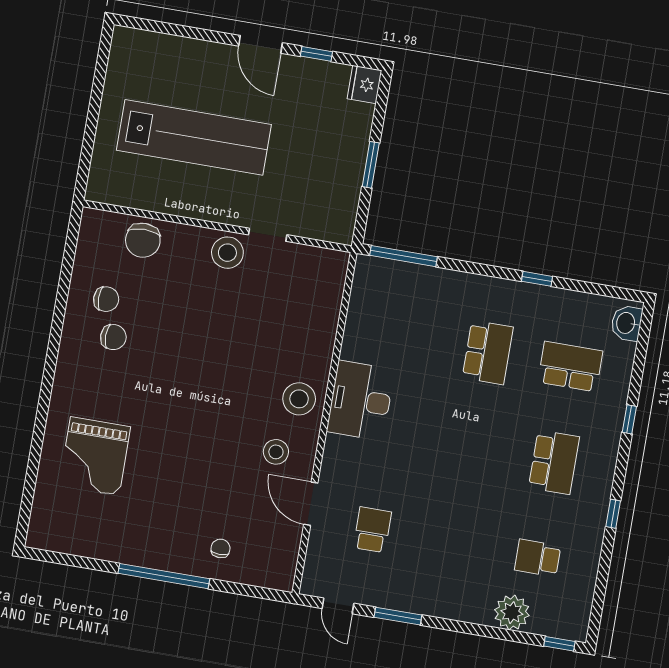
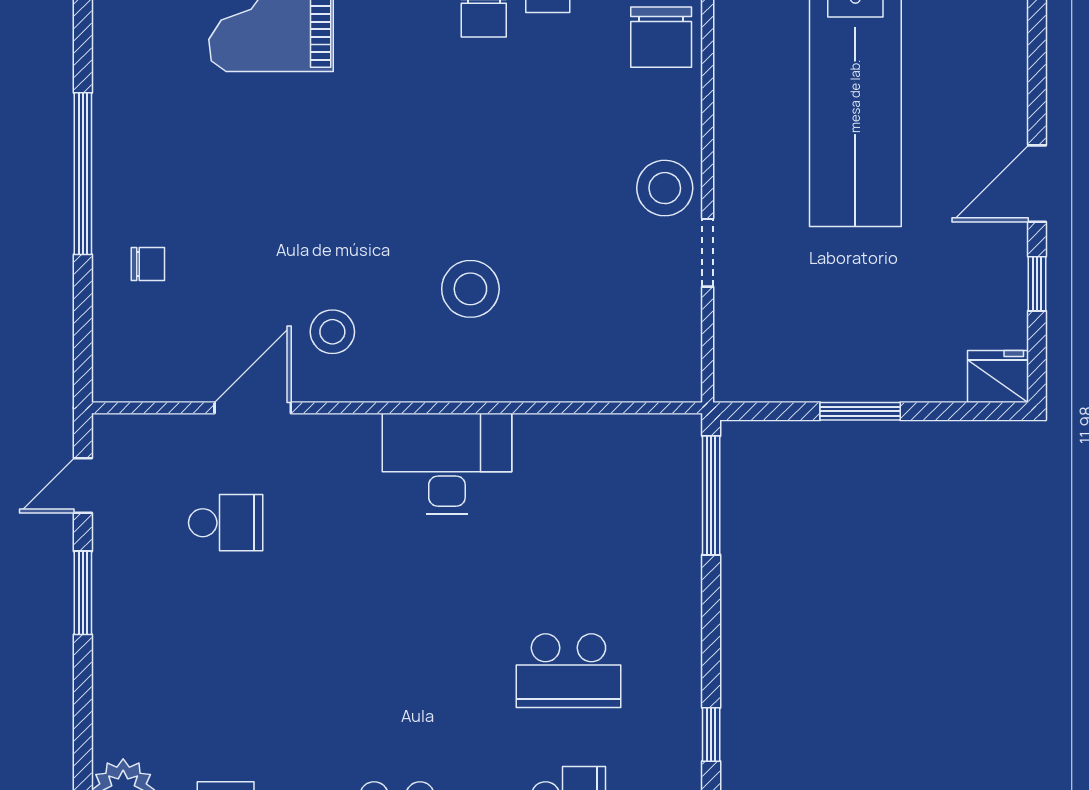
chair: (143, 240) -> (661, 37), turned -90
stool: (299, 399) -> (470, 289), moved

